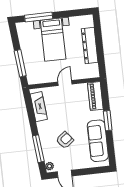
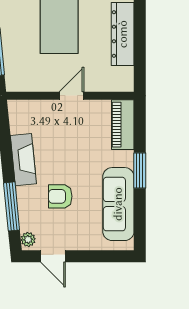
fireplace: (39, 107) -> (23, 160), moved
armchair: (65, 140) -> (60, 196), turned -142

